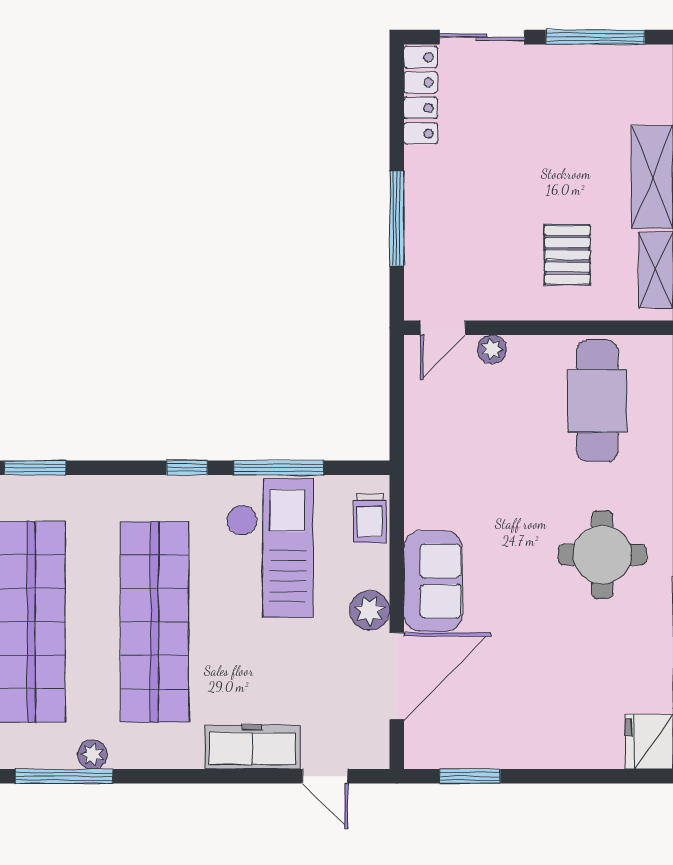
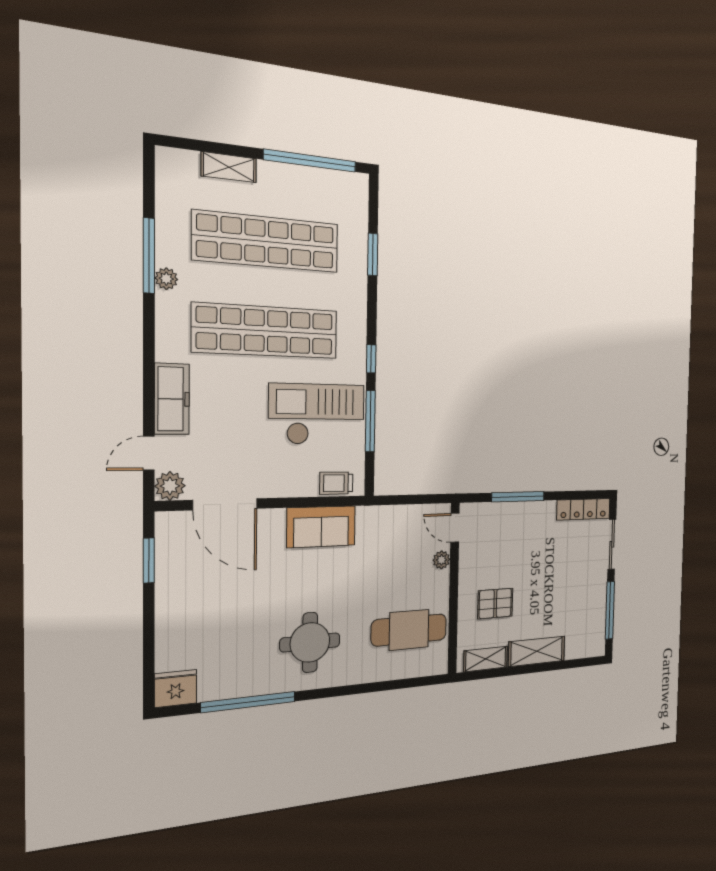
checkout: (270, 548) -> (317, 414), turned 180
sofa: (433, 581) -> (321, 527), moved
plant: (370, 611) -> (170, 486), moved

